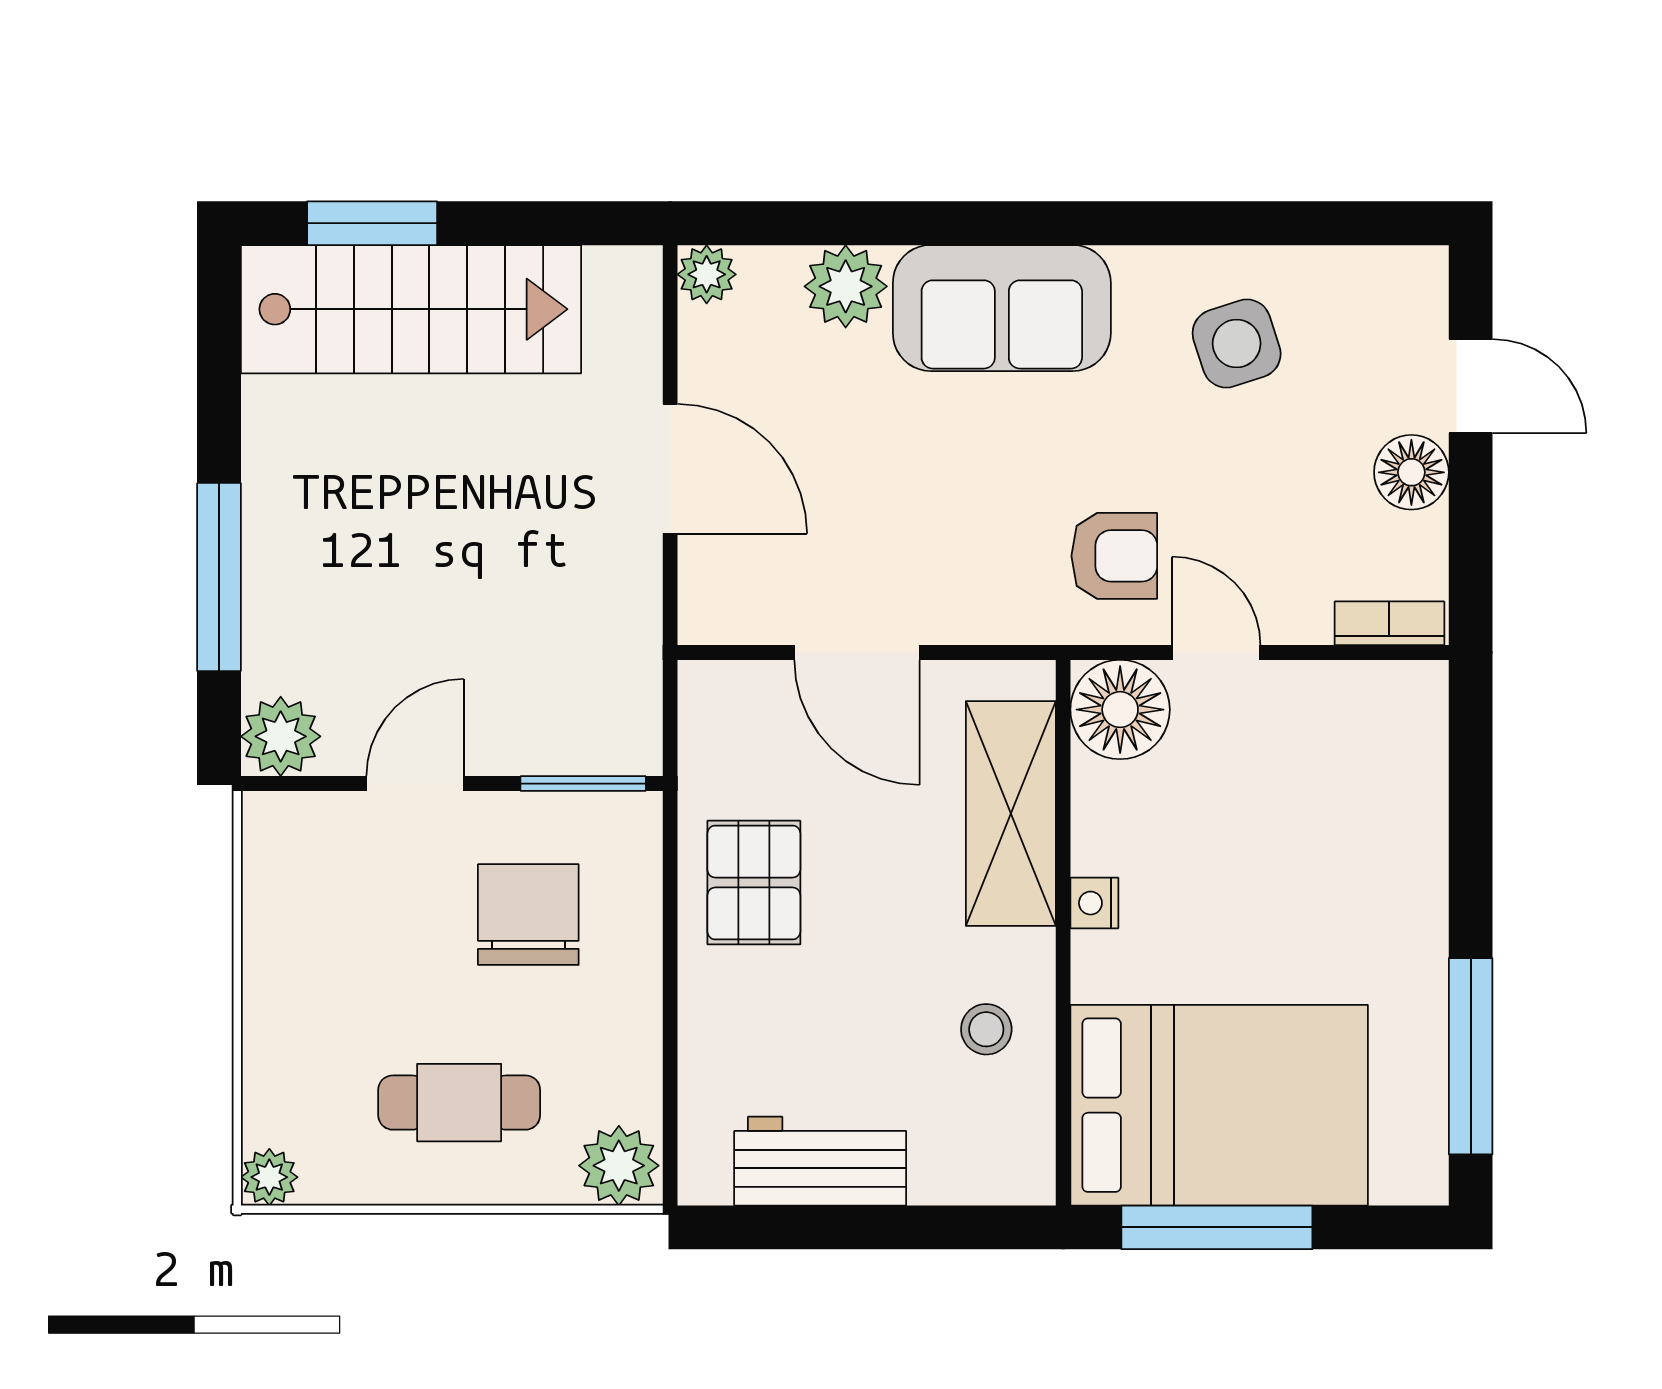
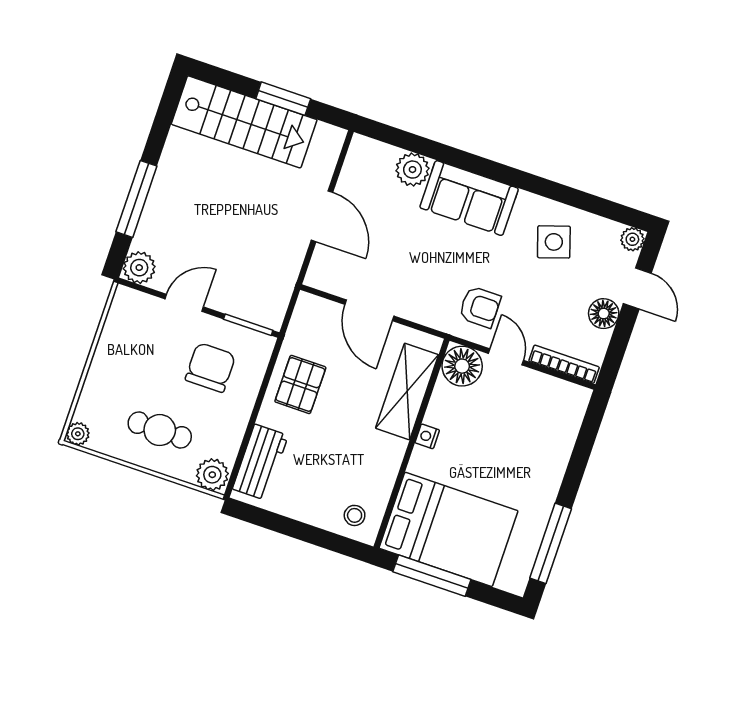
window: (372, 223) -> (283, 99), moved
plant: (707, 274) -> (632, 239), moved
bookcase: (1389, 623) -> (564, 364), width x1.56
stool: (986, 1029) -> (355, 515), moved
workbench: (820, 1161) -> (260, 462), moved, turned 90

